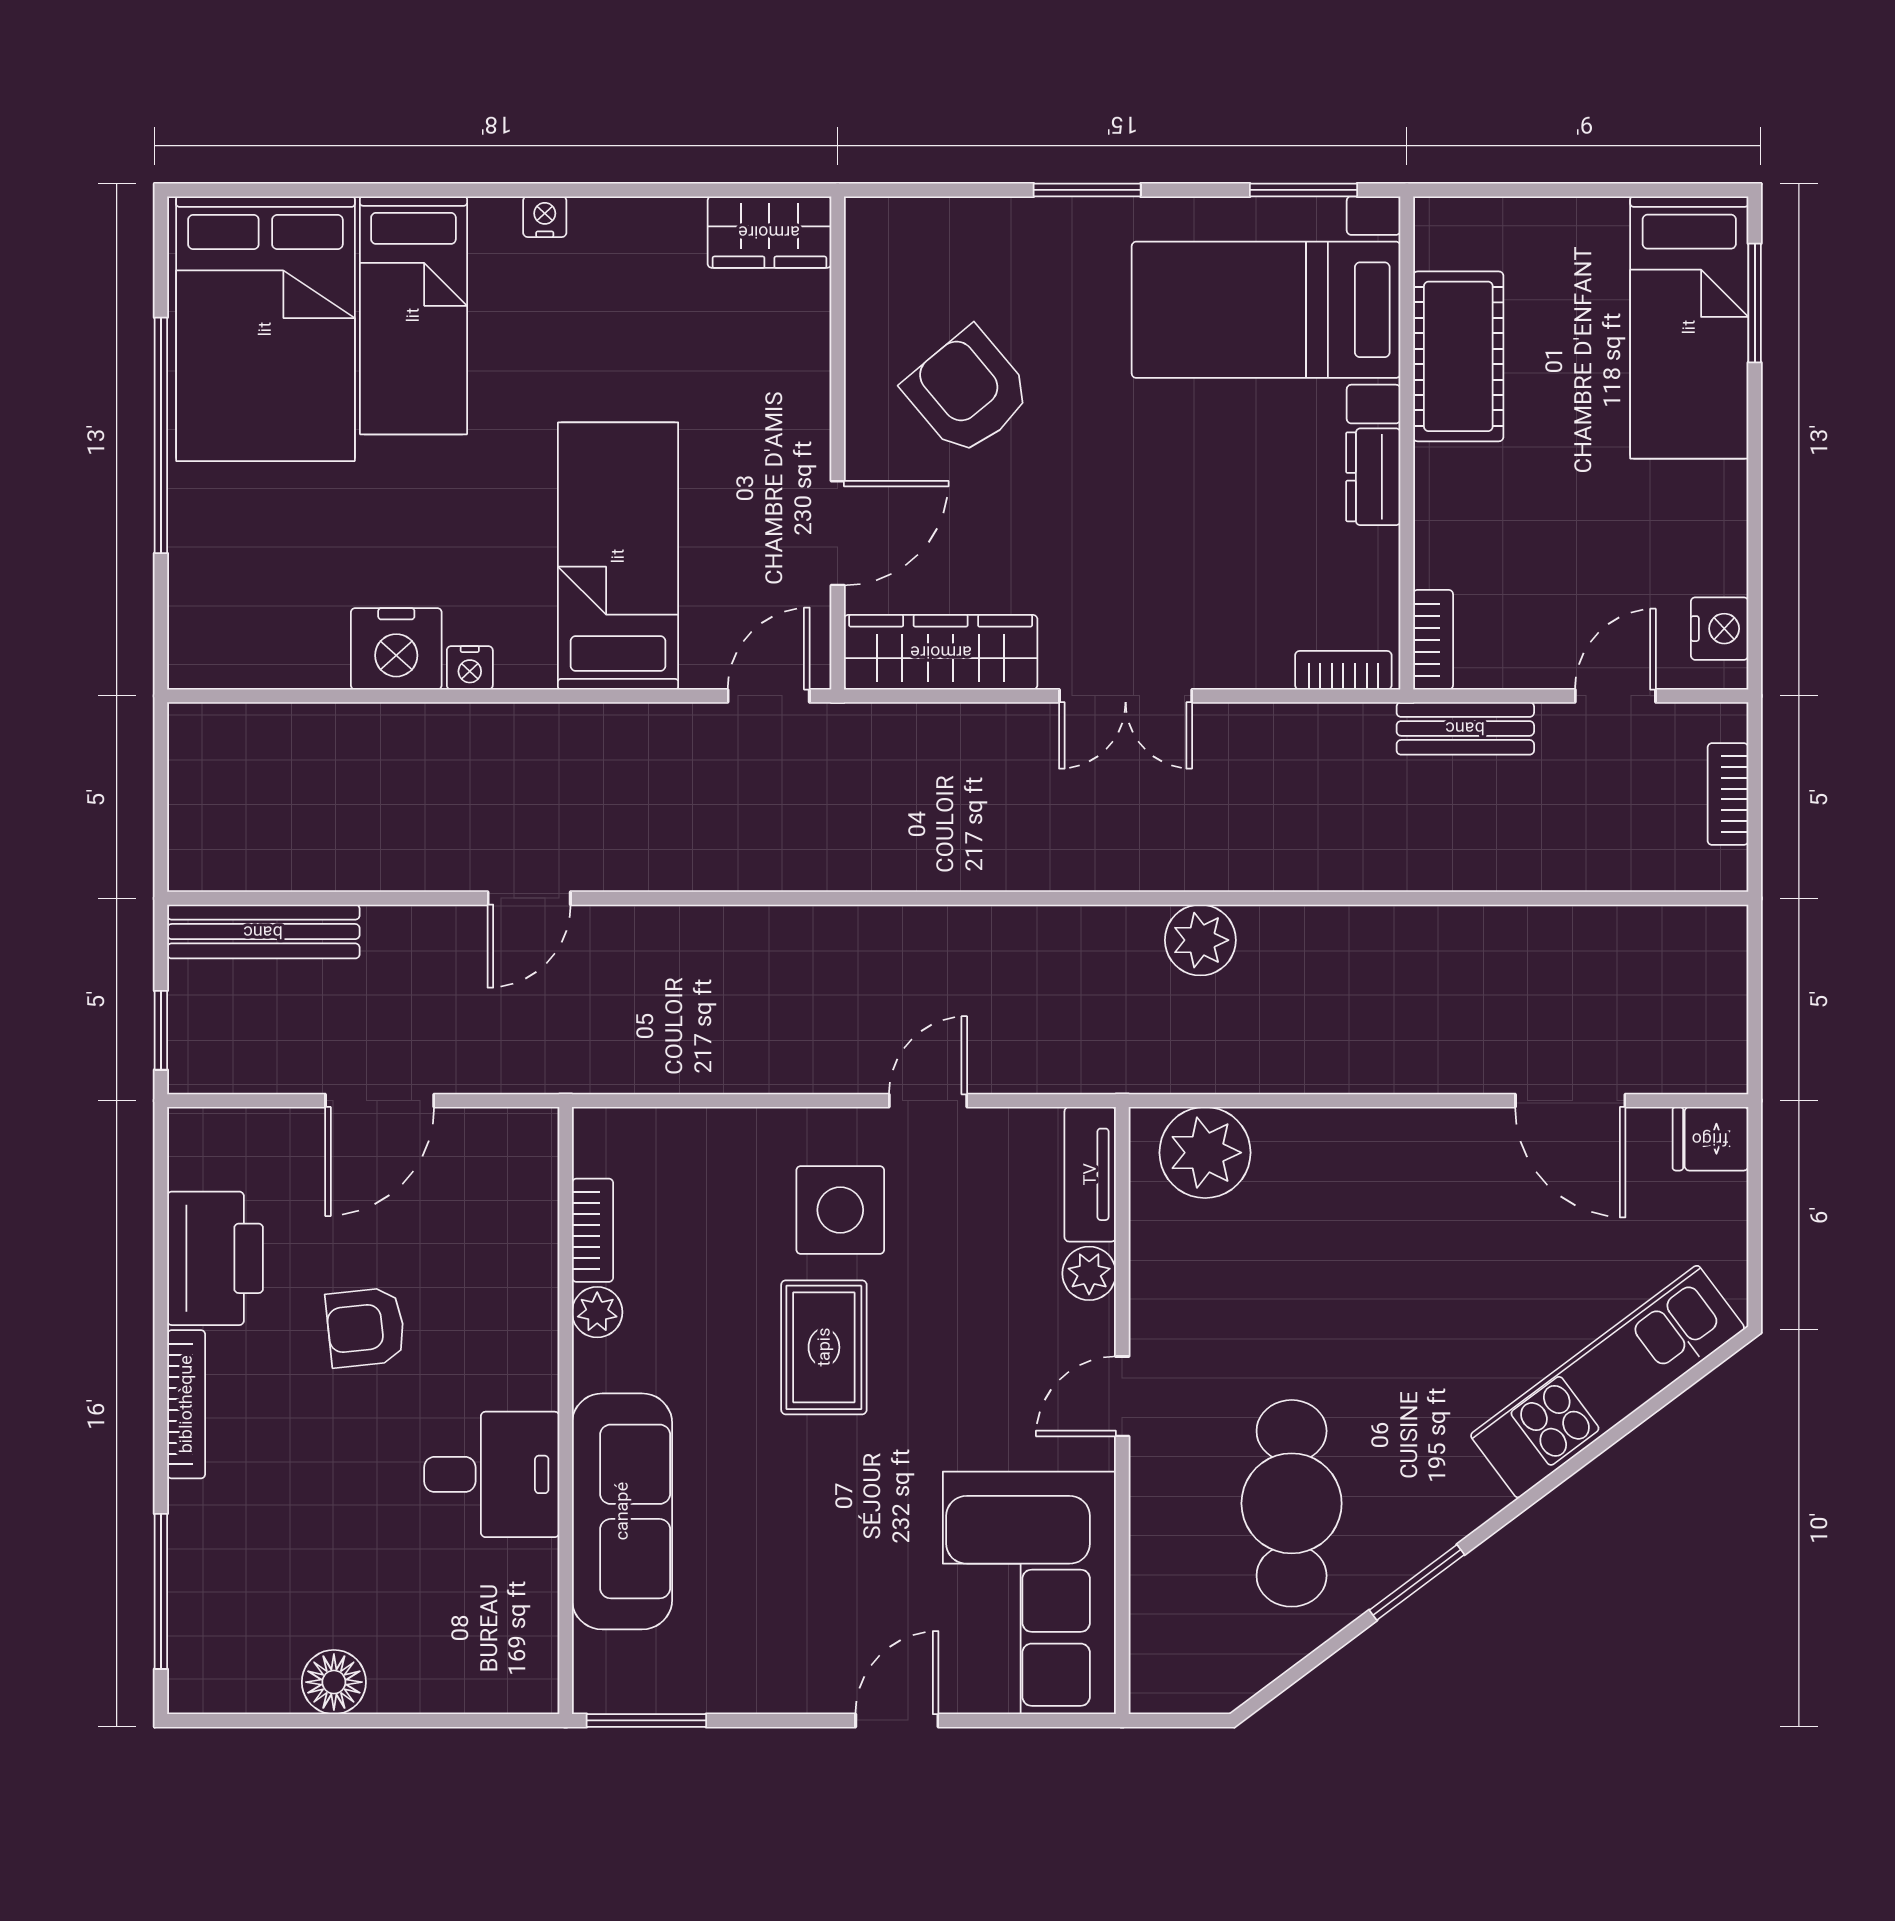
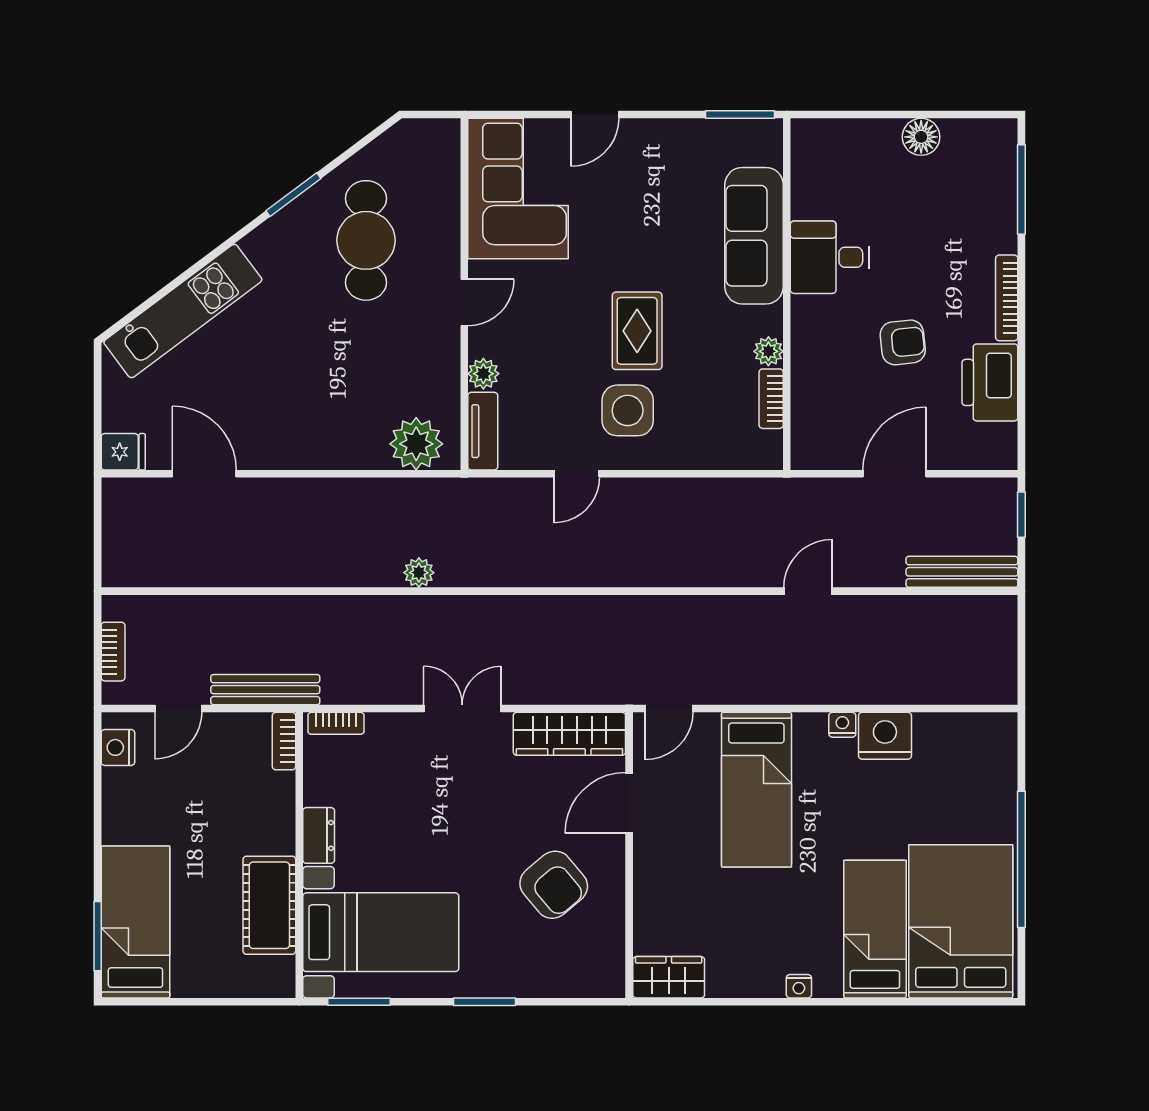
bench: (1465, 728) -> (265, 690), width x1.36
plant: (1200, 940) -> (419, 573), width x0.73, depth x0.73

